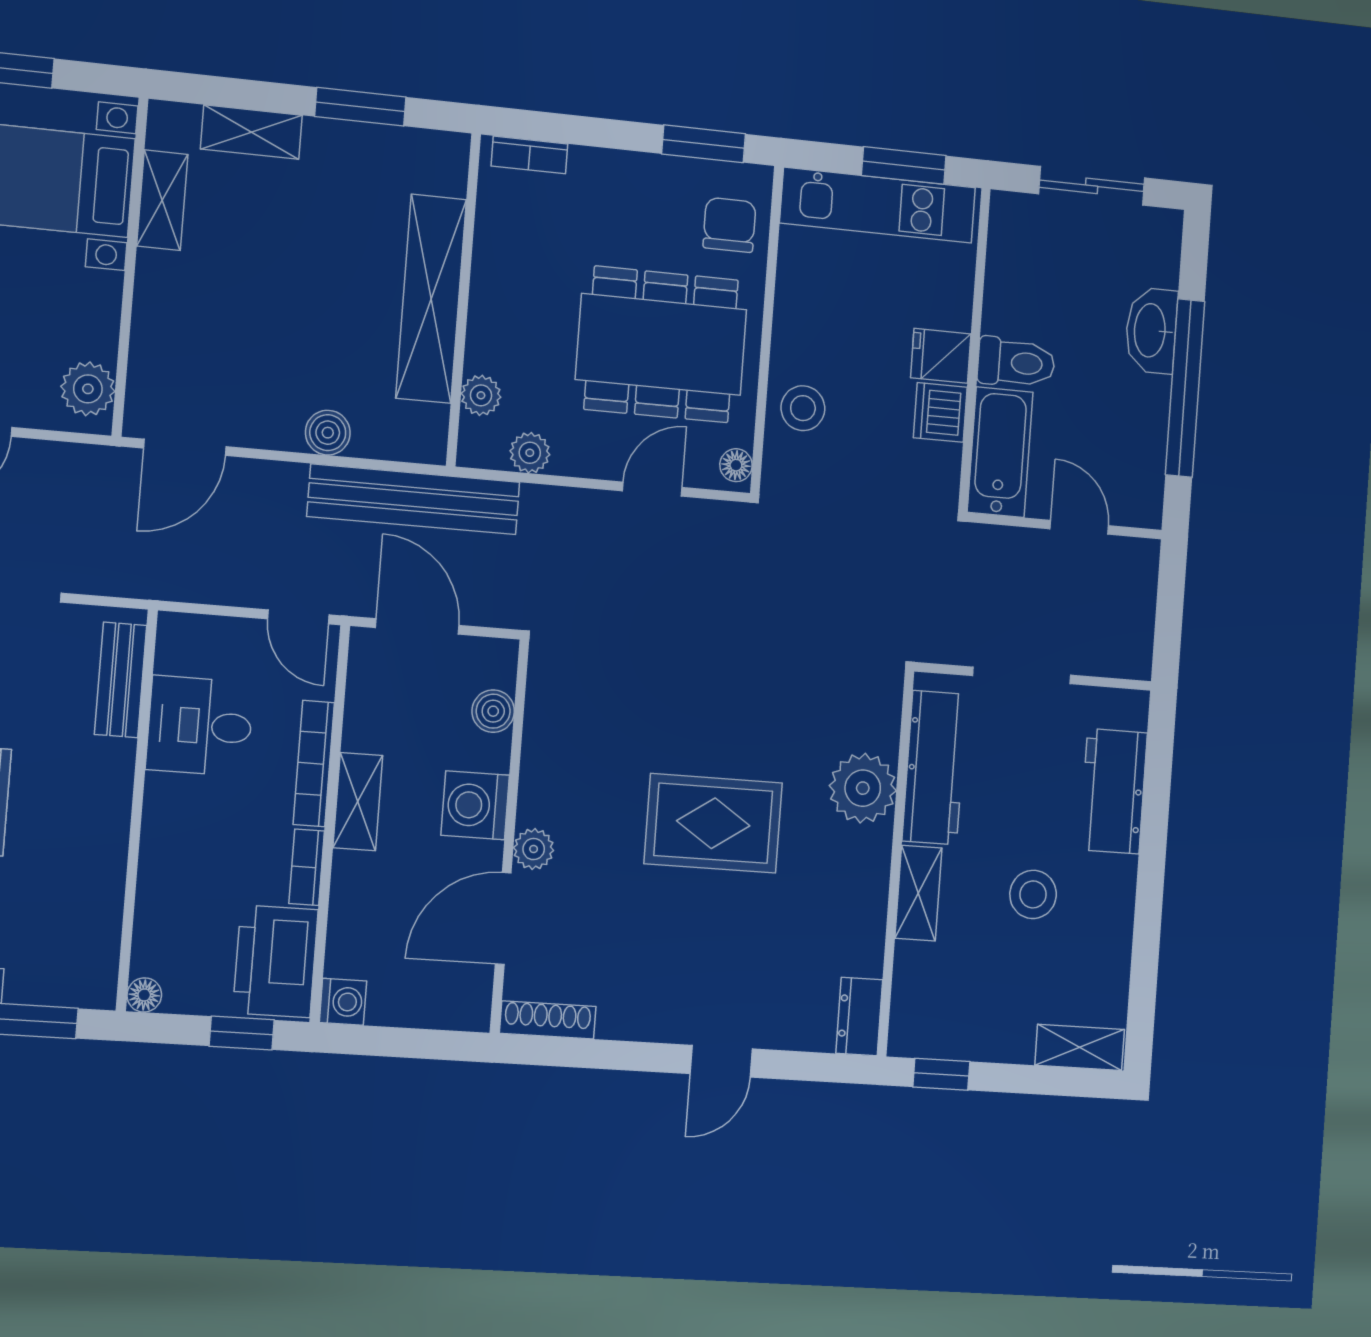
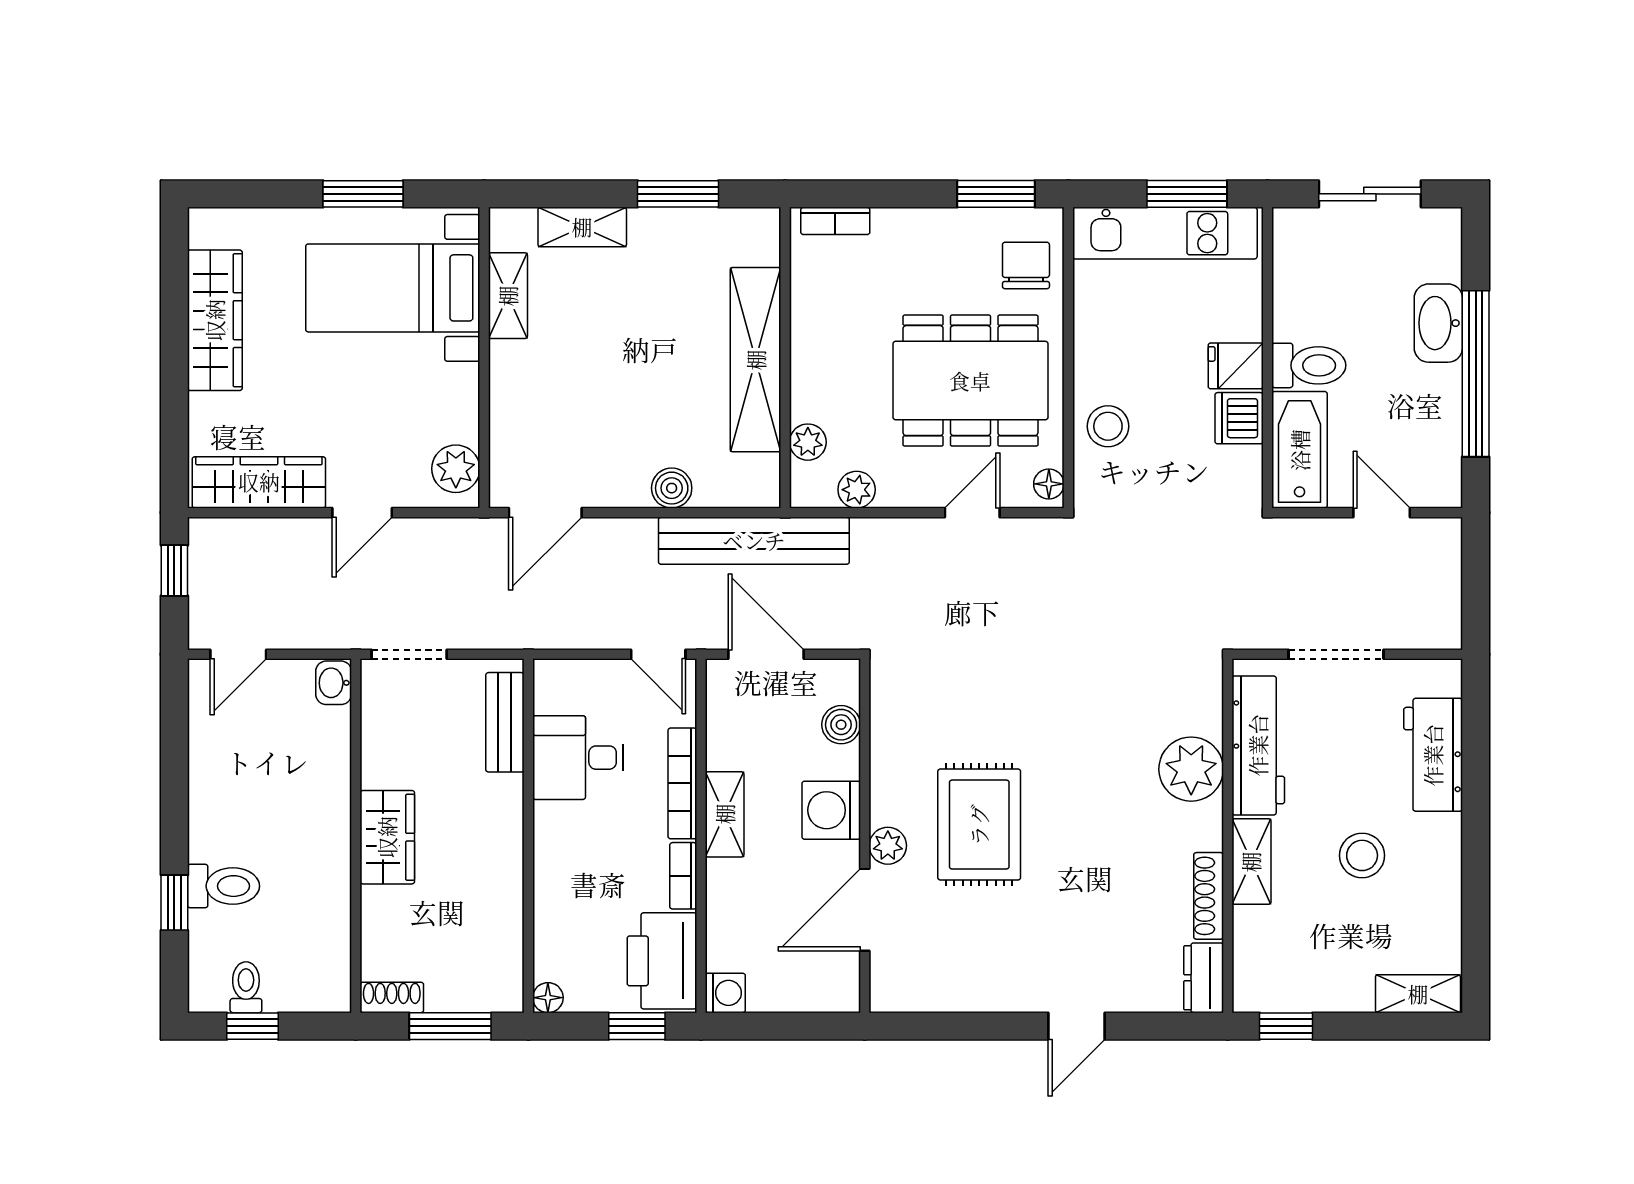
rug: (713, 823) -> (979, 825), moved, turned 90
shoe rack: (548, 1020) -> (1209, 896), moved, turned -90

